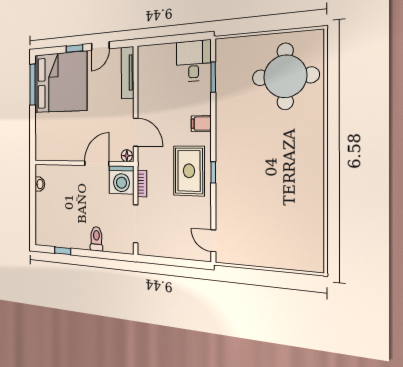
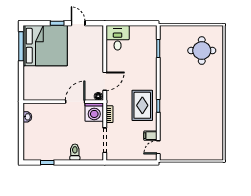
door: (100, 46) -> (78, 23), swing flipped
desk: (194, 61) -> (118, 38), moved
tv unit: (128, 73) -> (99, 42), removed
round table: (285, 76) -> (202, 51), width x0.73, depth x0.73
filing cabinet: (201, 124) -> (150, 136), moved
door: (136, 132) -> (105, 81), hinge flipped
door: (213, 241) -> (158, 147), hinge flipped

